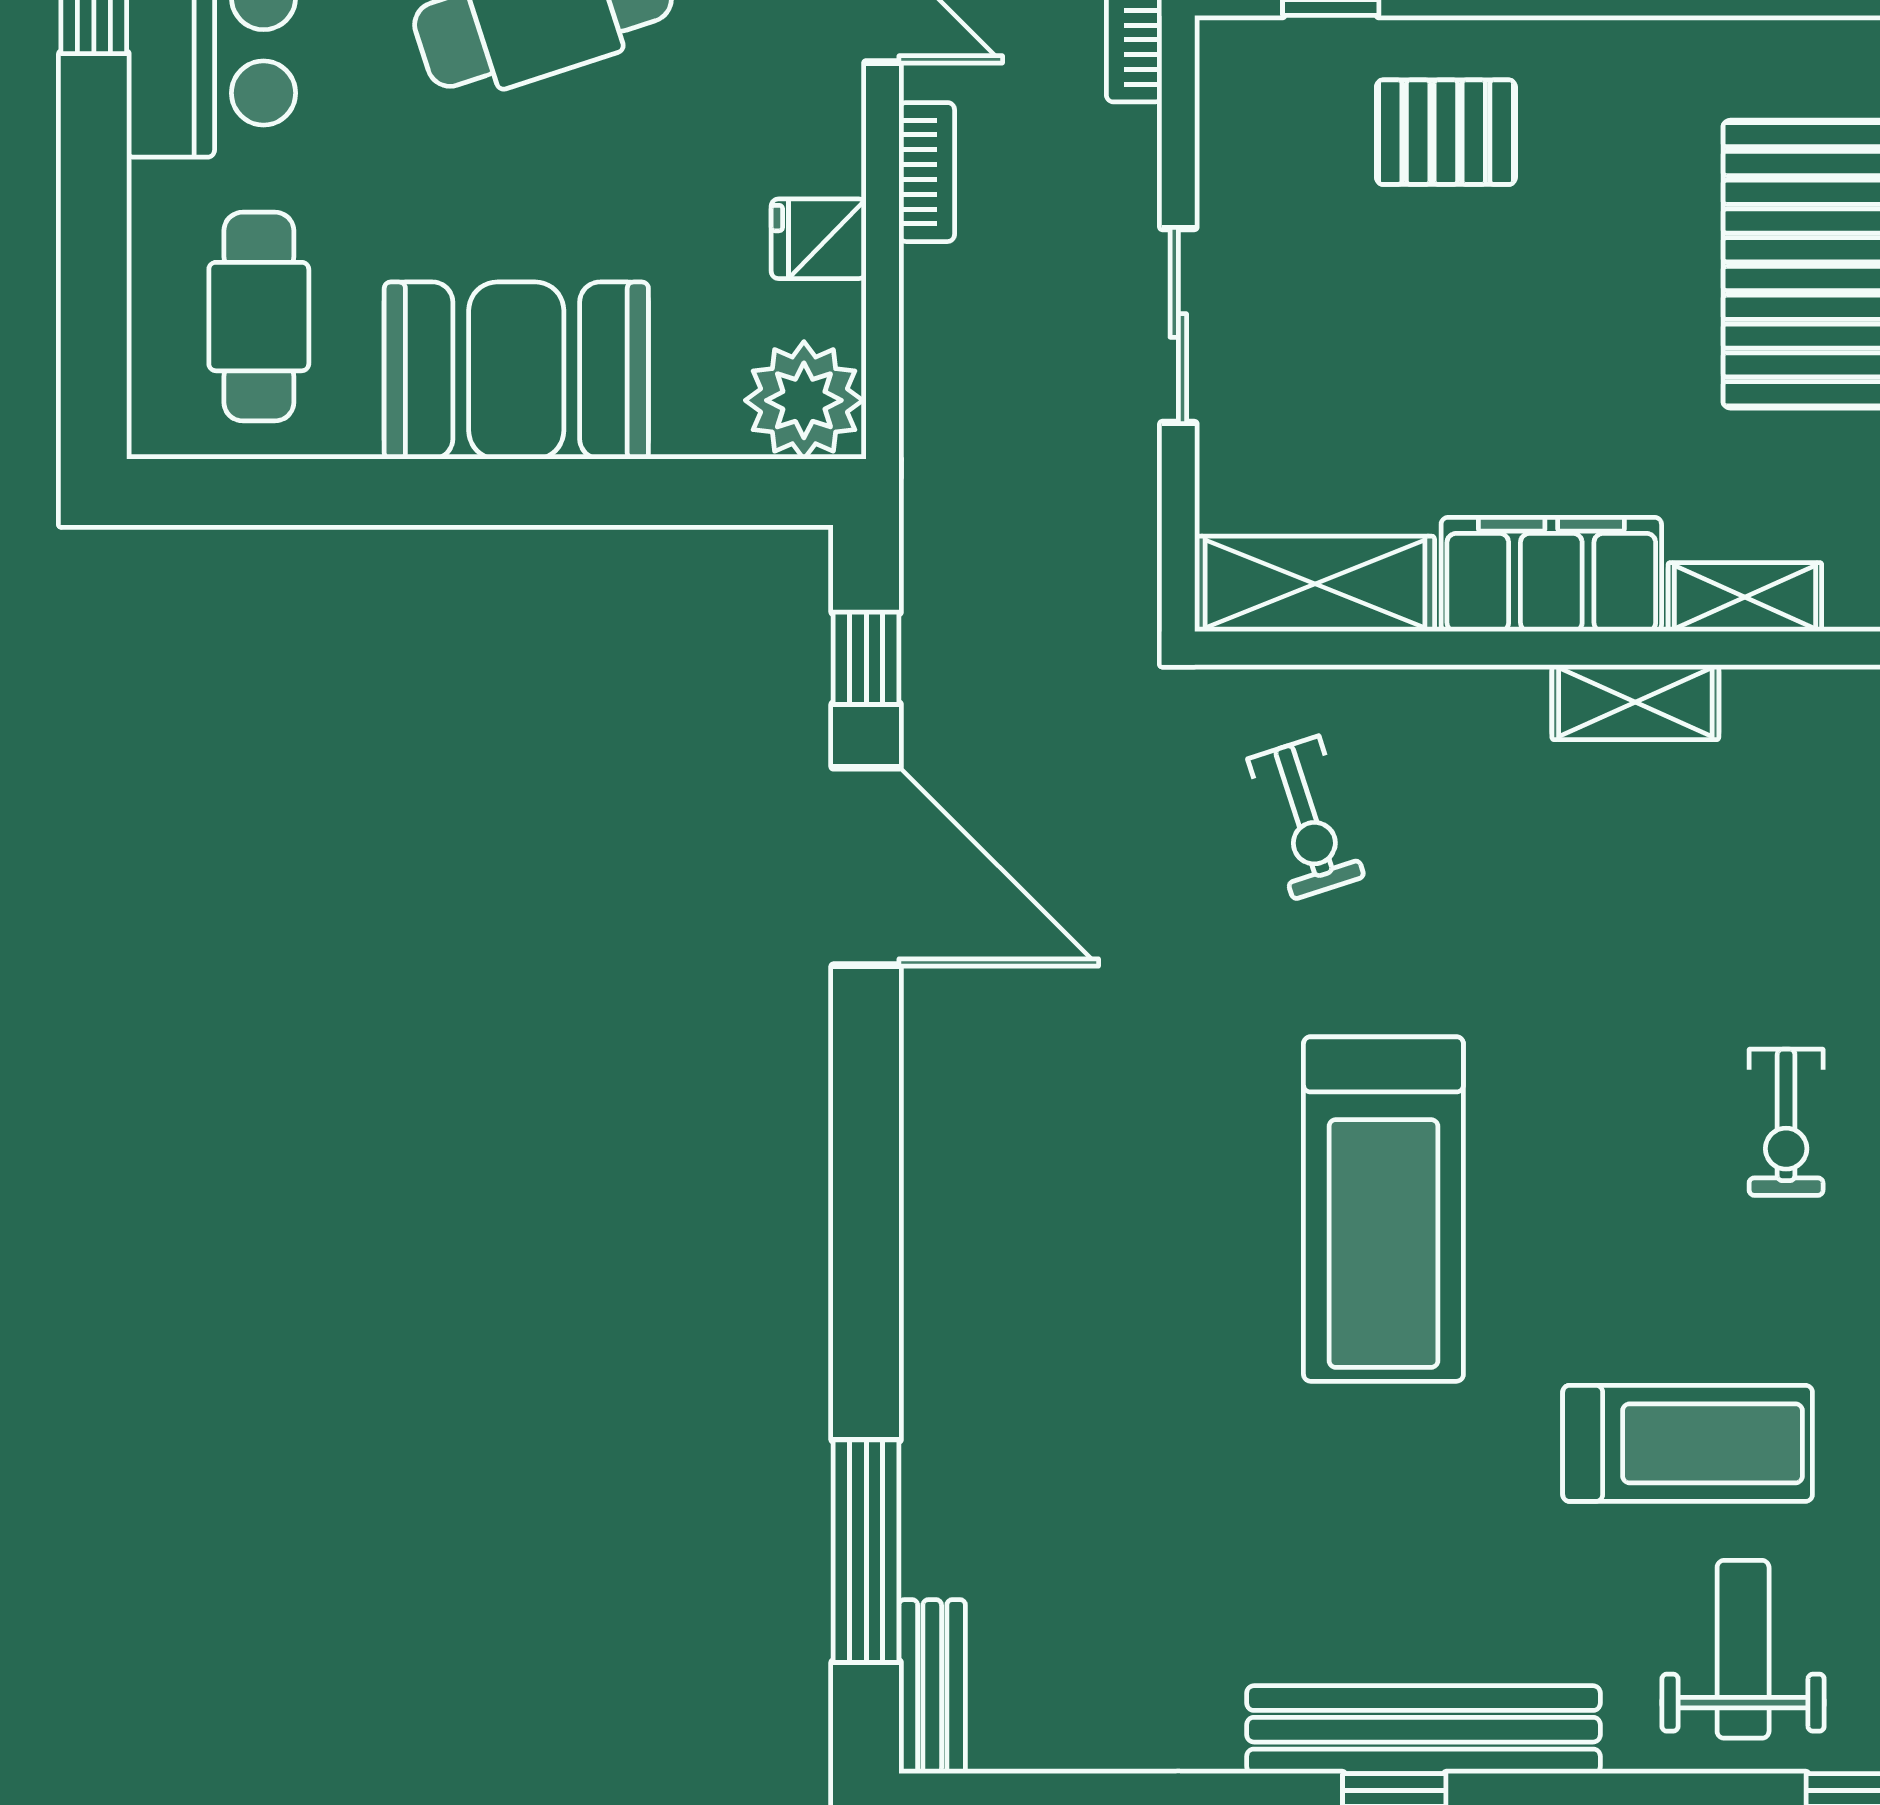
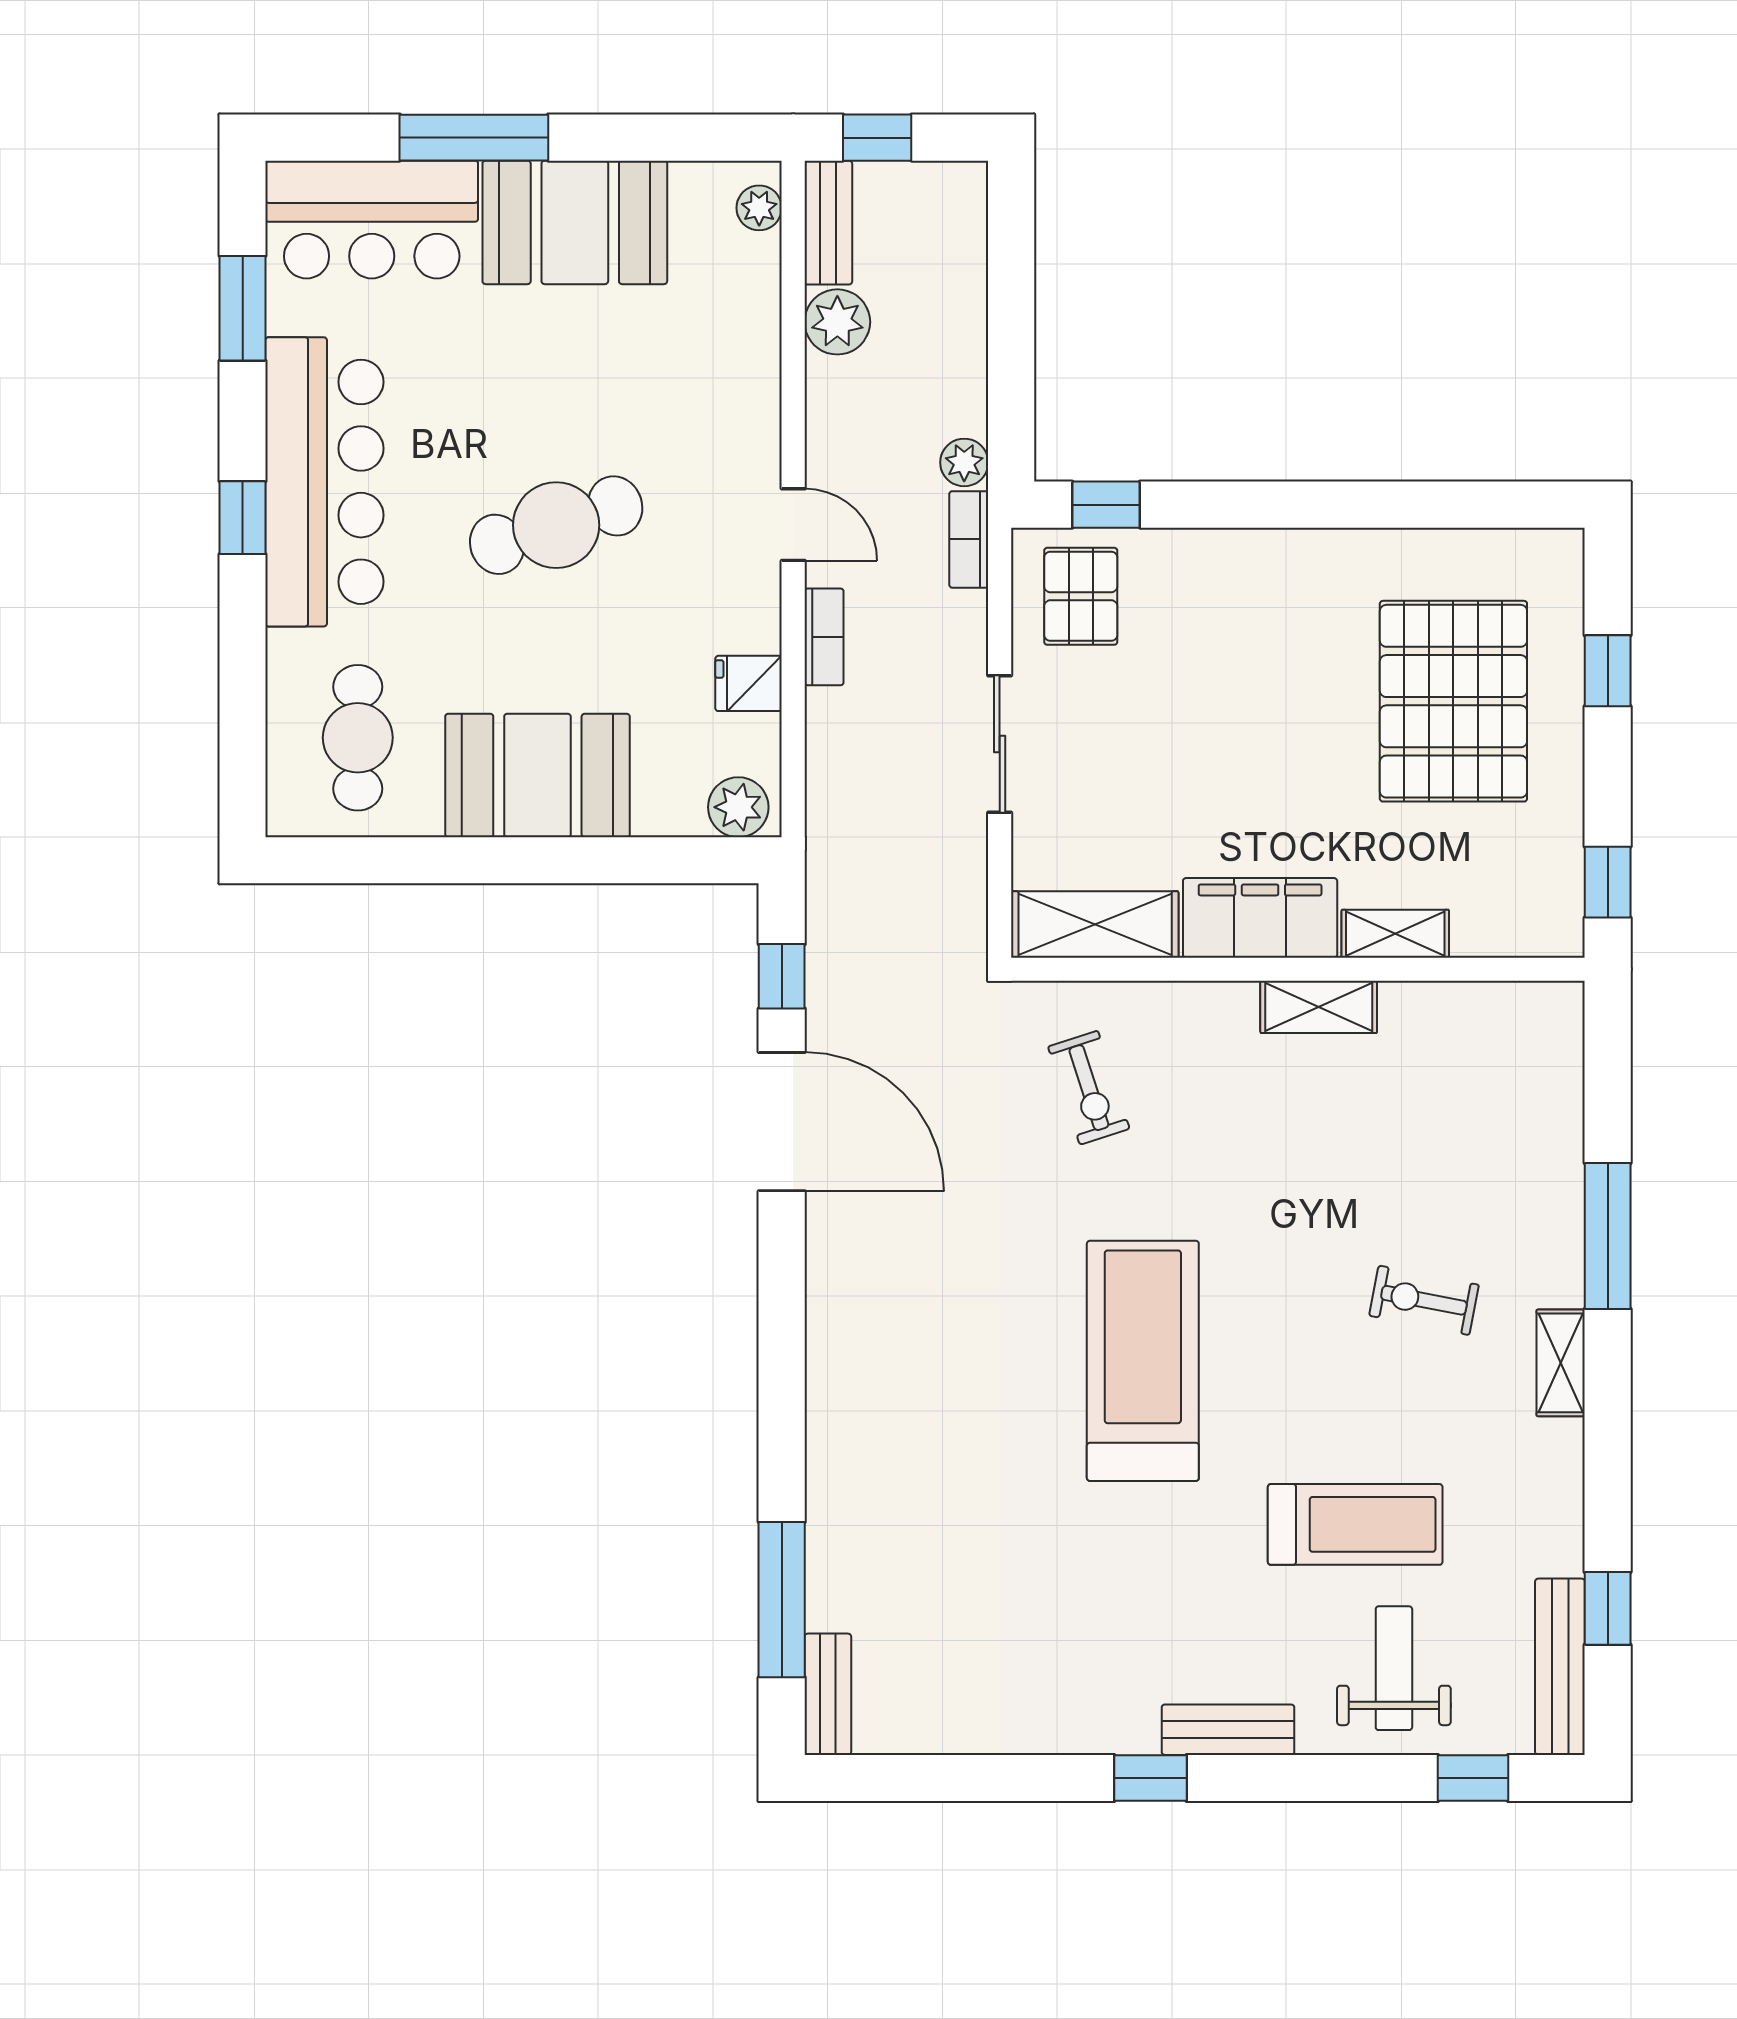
pallet: (1446, 132) -> (1081, 596), moved, turned 90
plant: (804, 400) -> (738, 807), width x0.73, depth x0.73
exercise bike: (1786, 1122) -> (1424, 1300), turned 101
treadmill: (1383, 1209) -> (1143, 1361), turned 180
bench: (1423, 1730) -> (1228, 1730), width x0.54, depth x0.82

